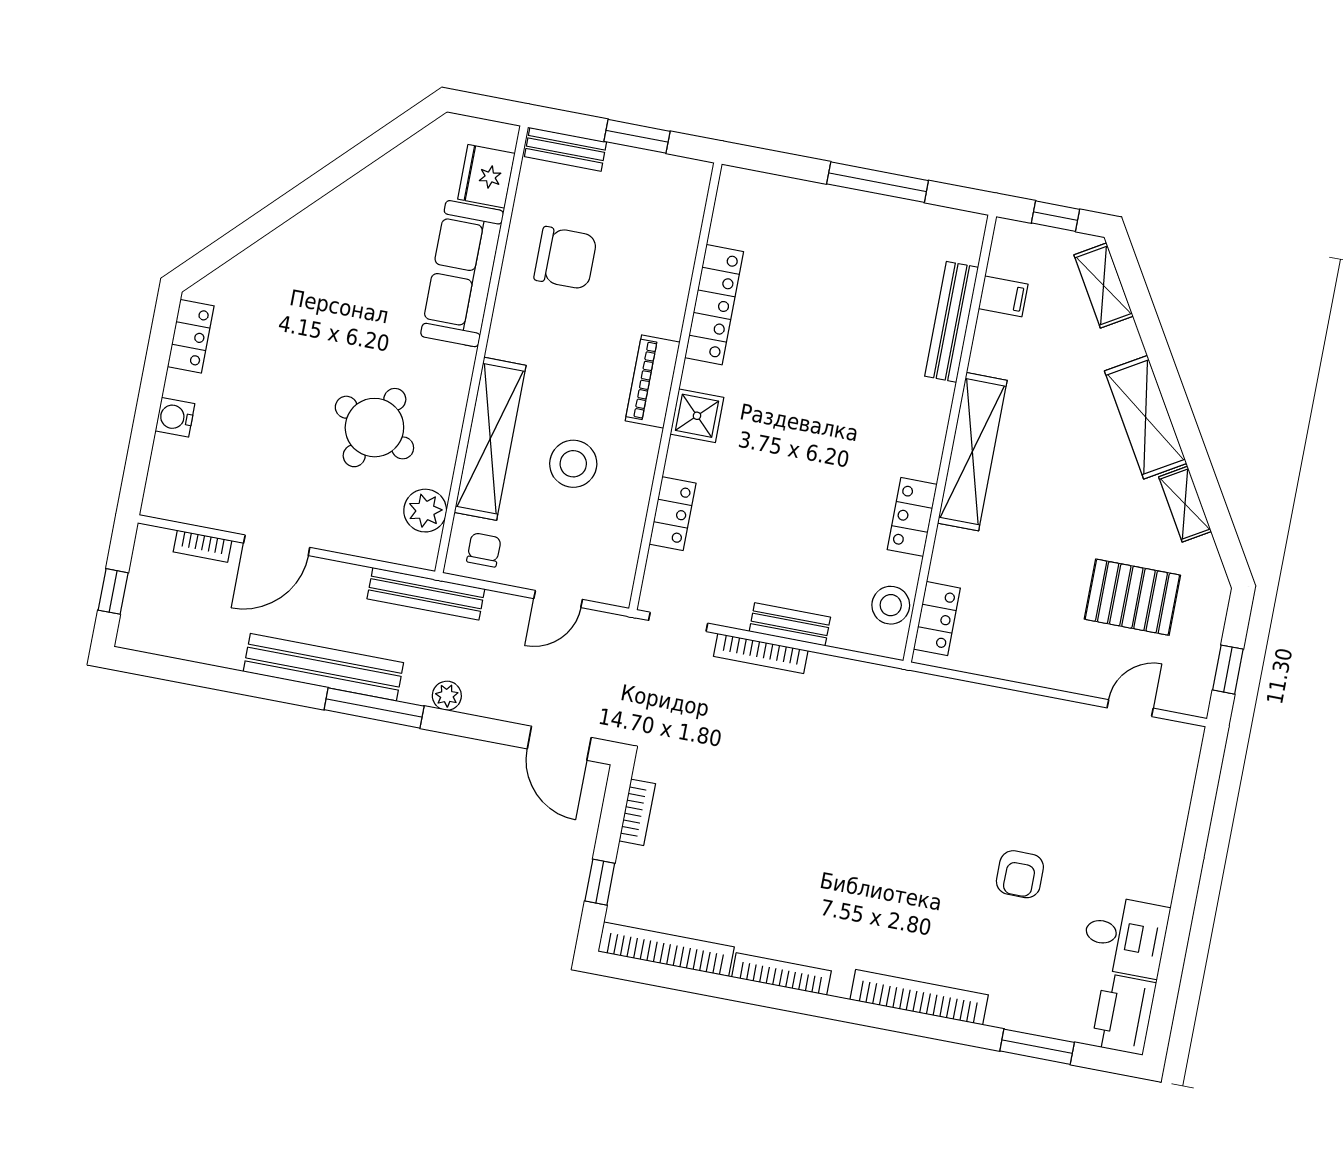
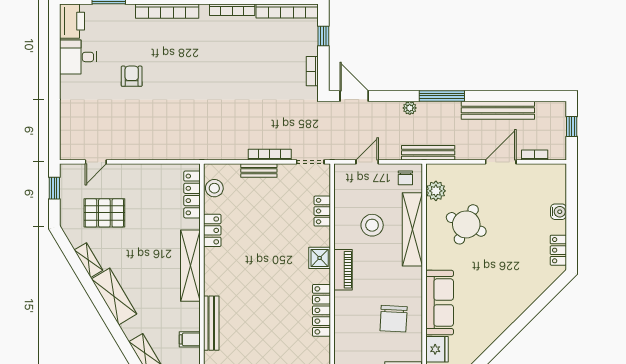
chair: (566, 258) -> (394, 319), turned -87
locker: (937, 619) -> (192, 194), width x1.53
bench: (323, 667) -> (498, 110), moved

